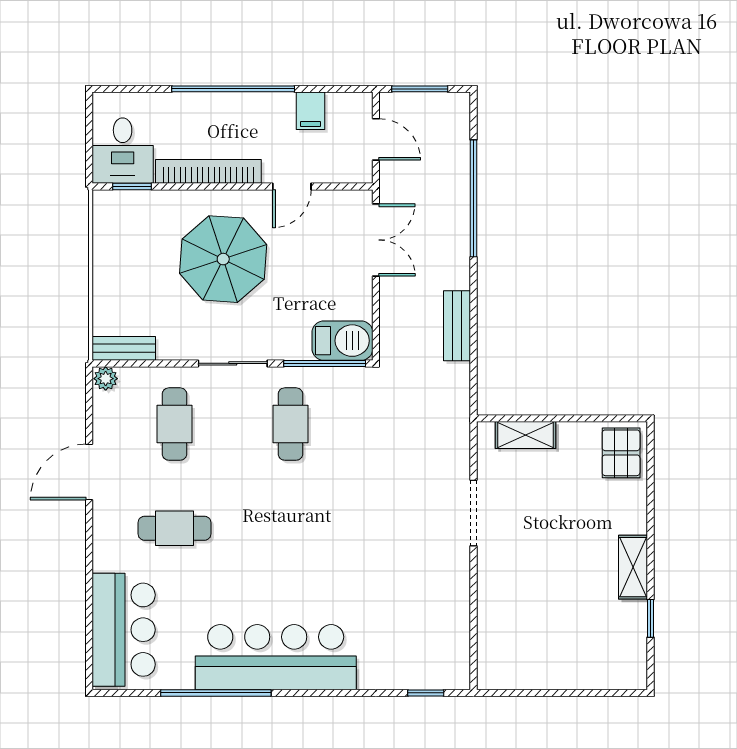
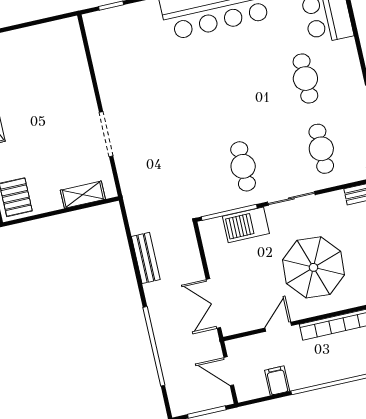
barbecue: (342, 341) -> (246, 225), moved
cafe table: (174, 528) -> (305, 79), turned 90

